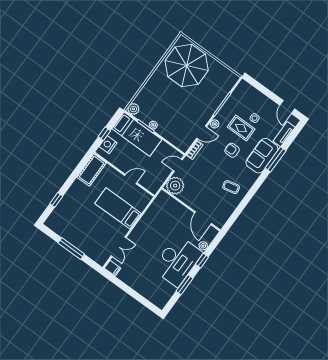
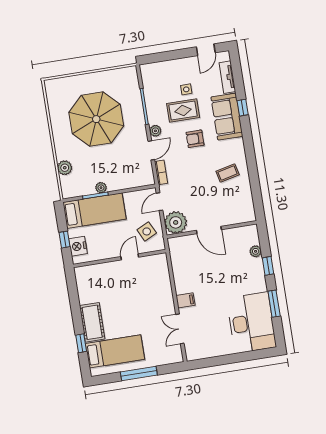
parasol: (187, 66) -> (96, 119), moved
door: (287, 107) -> (206, 50), hinge flipped
plant: (133, 109) -> (65, 168), moved
window: (276, 159) -> (243, 108), width x0.46
cot: (92, 170) -> (92, 322), moved
side table: (154, 175) -> (147, 231), added
bed: (118, 208) -> (115, 351), moved, turned 180
door: (203, 218) -> (209, 230), moved
double door: (119, 247) -> (180, 329), swing flipped
desk: (177, 261) -> (251, 323), moved
filing cabinet: (113, 268) -> (185, 300), moved

